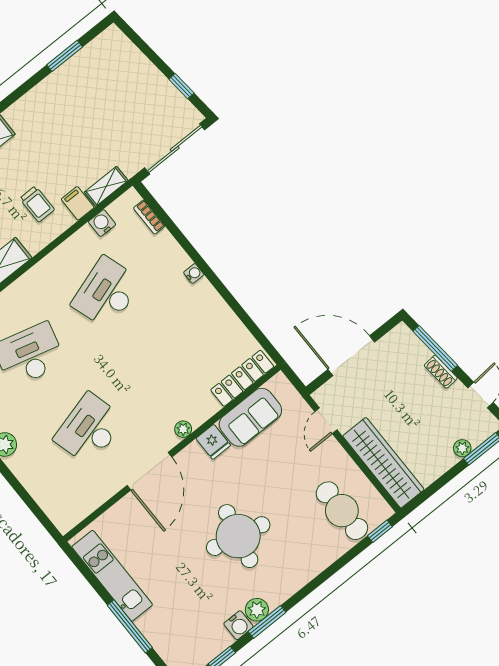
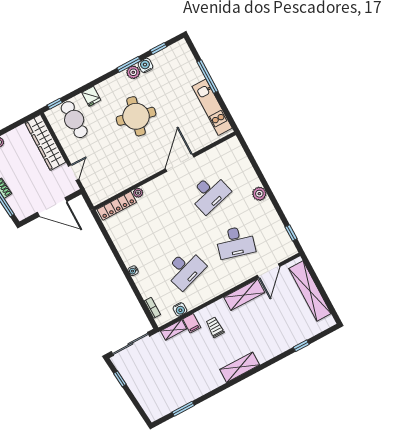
sofa: (250, 417) -> (116, 183), removed
plant: (183, 429) -> (138, 193), moved
fridge: (213, 442) -> (91, 96), moved, turned 180

